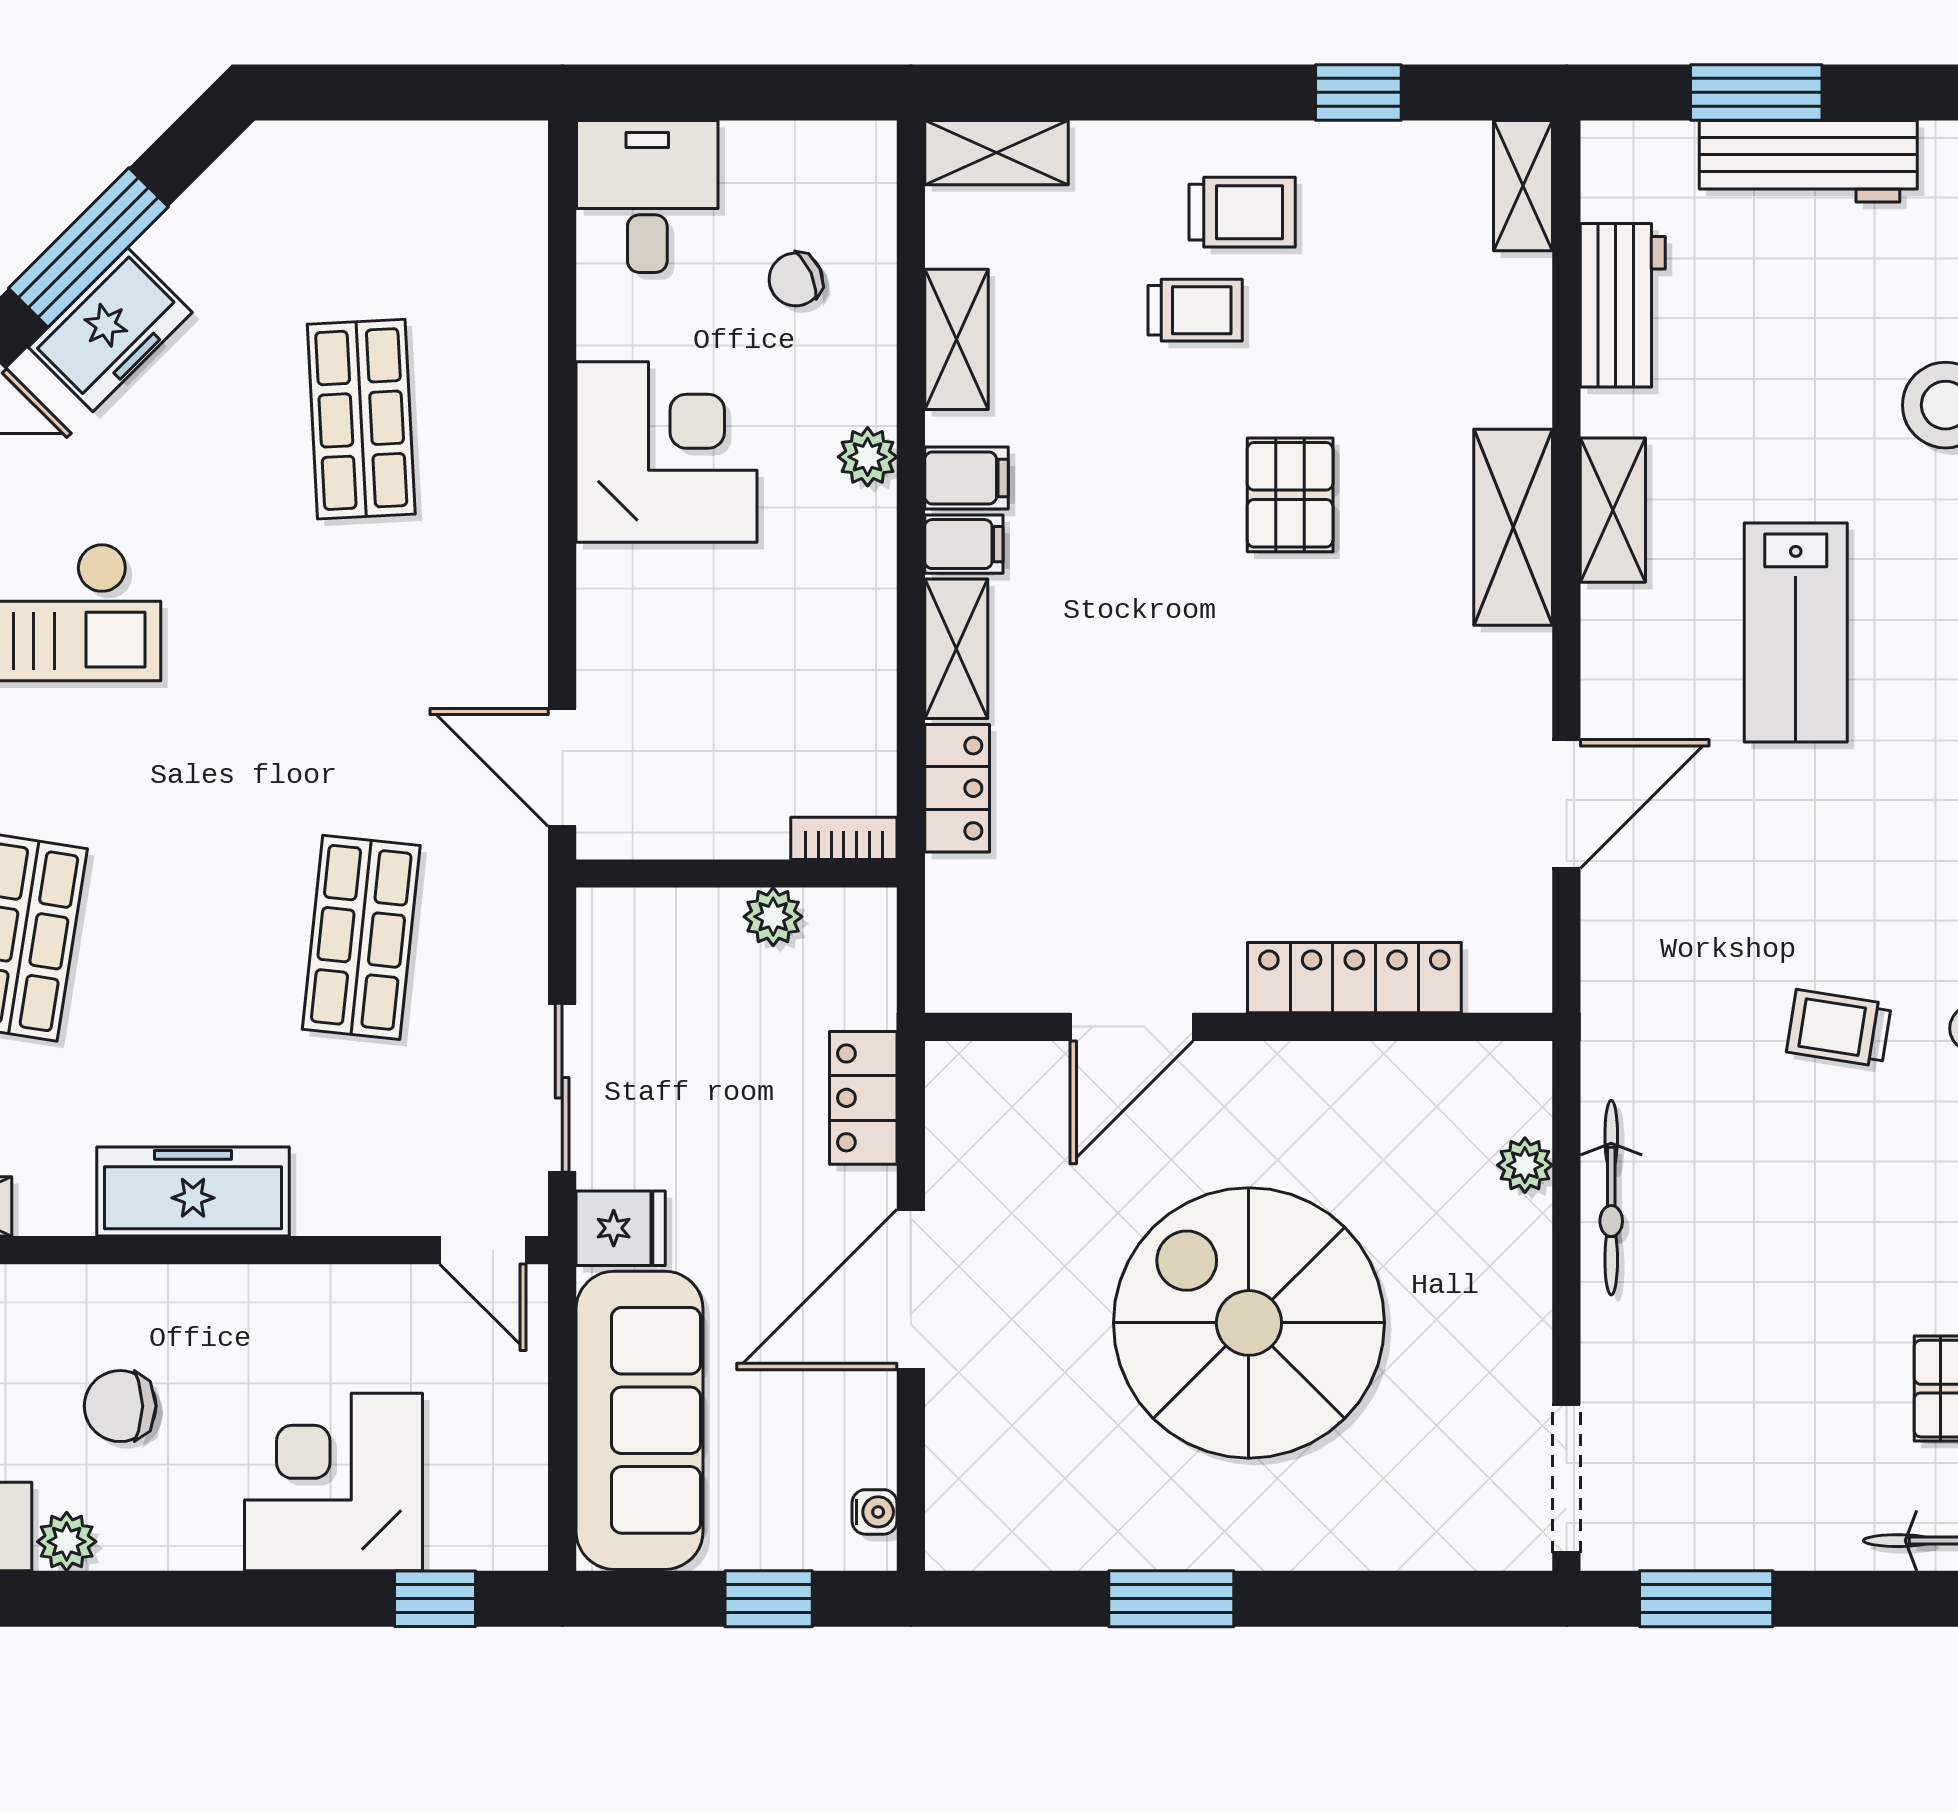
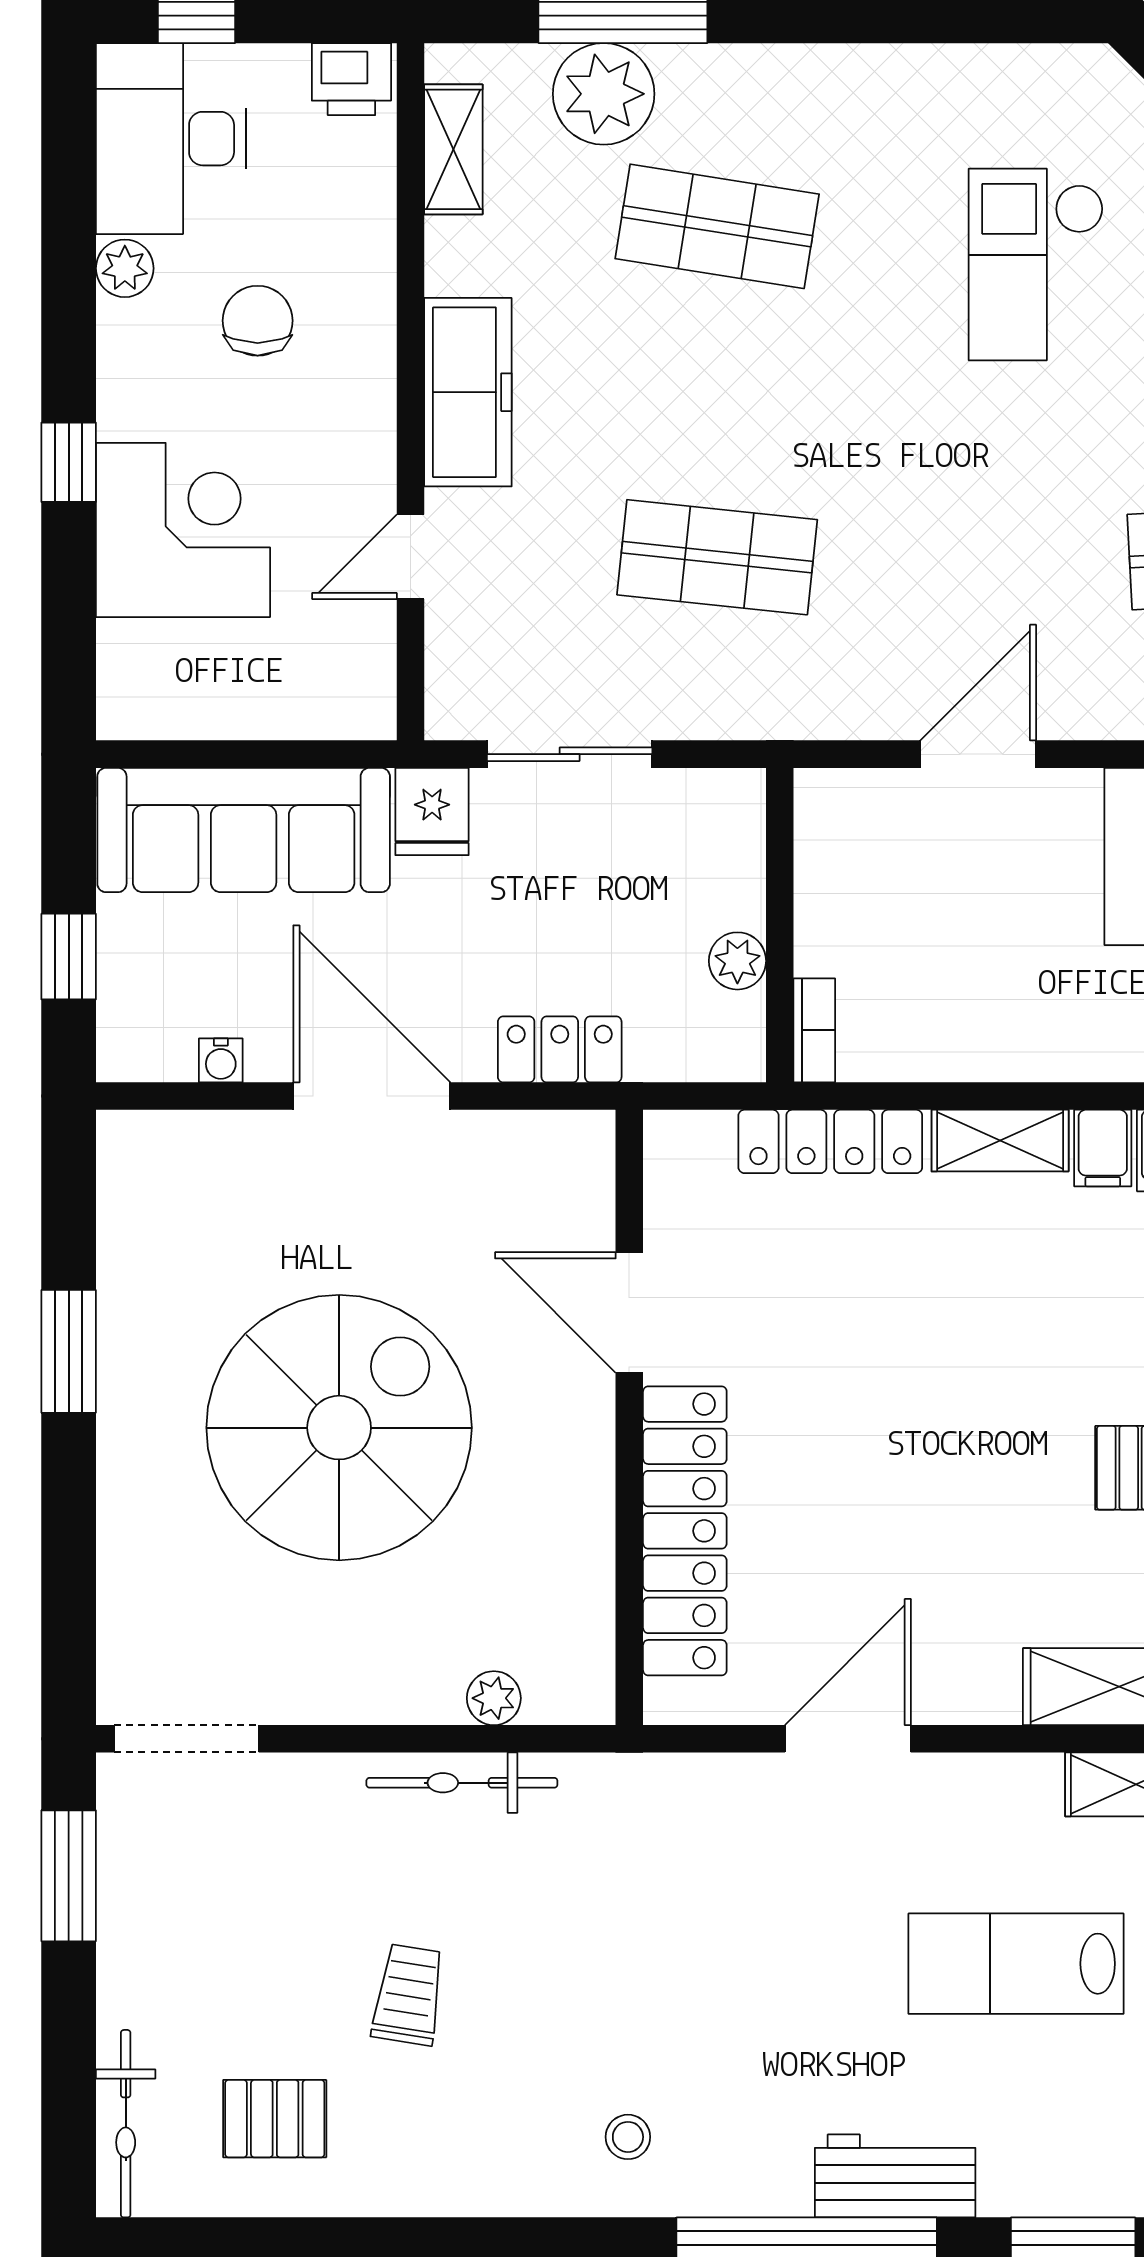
door: (562, 767) -> (978, 754), moved
locker: (957, 788) -> (830, 1141), width x1.53
door: (1566, 804) -> (848, 1739), swing flipped
locker: (1354, 978) -> (685, 1531), width x1.41, depth x1.21
trolley: (1839, 1028) -> (409, 1995), moved
door: (483, 1250) -> (411, 557), moved
water cooler: (875, 1512) -> (221, 1060), moved
window: (435, 1599) -> (69, 462), moved

